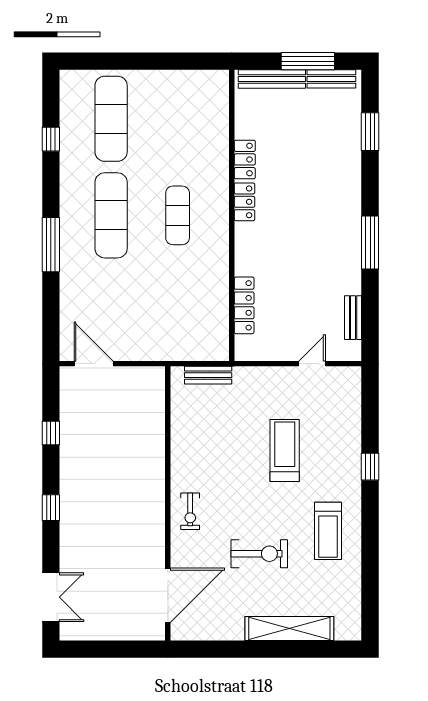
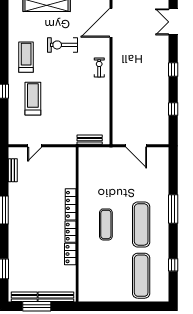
locker: (244, 305) -> (71, 204), moved
door: (94, 364) -> (136, 146), moved
treadmill: (285, 450) -> (33, 99), moved, turned 180

